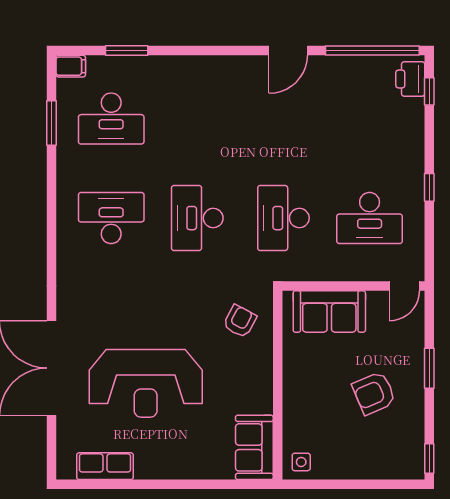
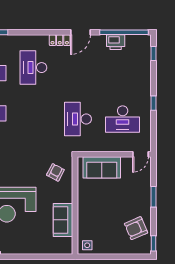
locker: (248, 66) -> (60, 40), added
printer: (410, 79) -> (116, 42), moved, turned -90
desk: (197, 218) -> (33, 68), moved
armchair: (374, 393) -> (136, 228), moved
sofa: (254, 447) -> (63, 220), moved

